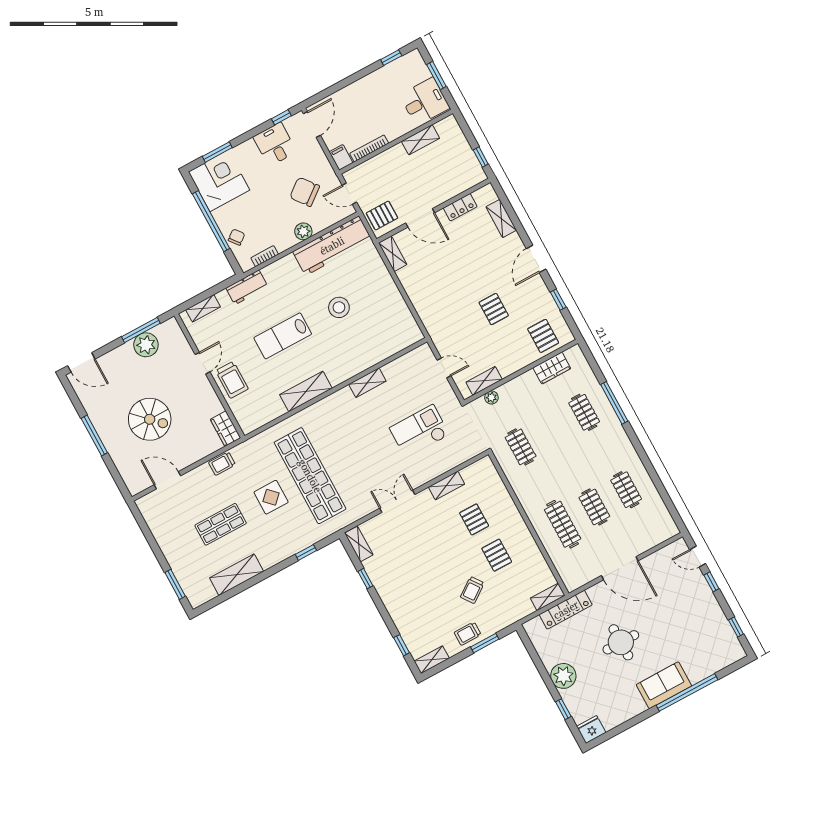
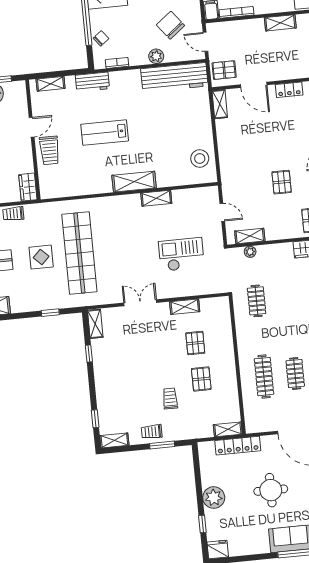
stool: (339, 307) -> (200, 158), moved
shelving: (306, 391) -> (134, 182), moved
trolley: (472, 590) -> (170, 399), turned 126

